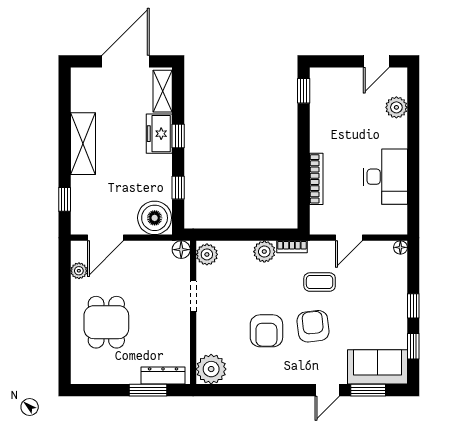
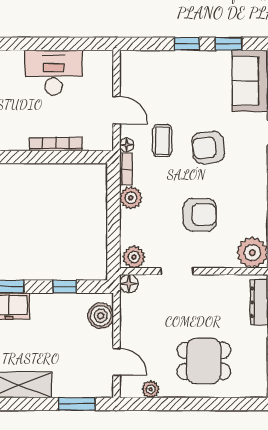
window: (65, 199) -> (77, 404), width x1.50
boiler: (155, 218) -> (101, 316), width x0.73, depth x0.73
door: (105, 238) -> (117, 362), width x0.73
floor lamp: (400, 247) -> (127, 145), moved
armchair: (266, 331) -> (200, 215), moved

